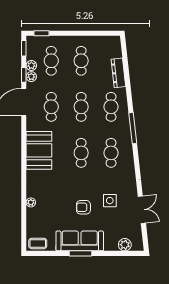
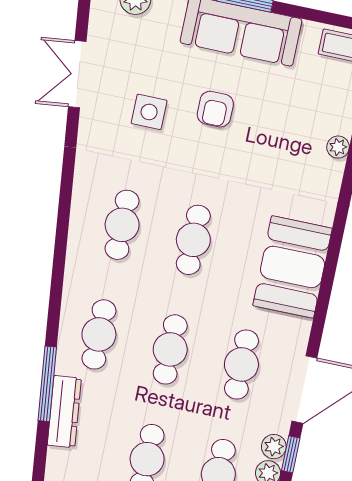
window: (133, 128) -> (47, 384), moved
armchair: (83, 207) -> (215, 109), turned 90

